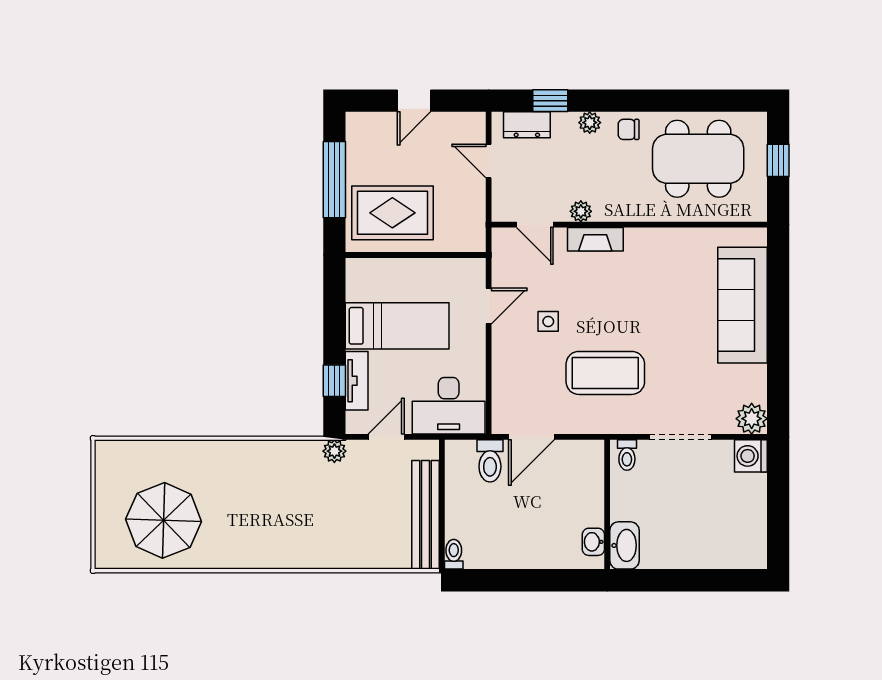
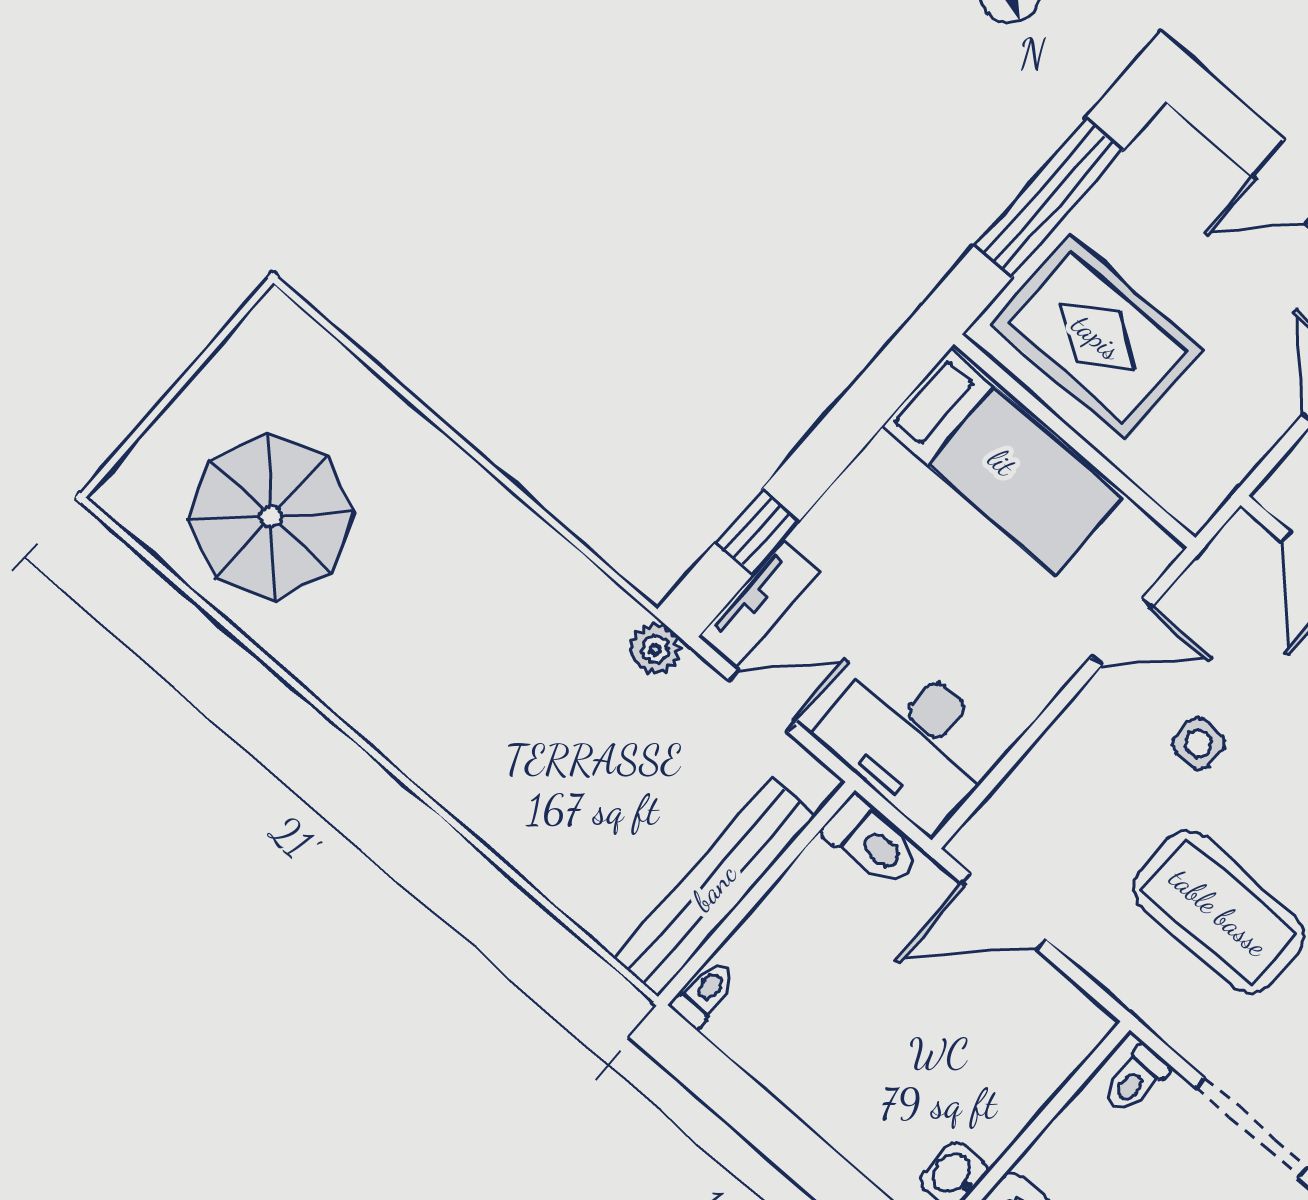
bed: (397, 326) -> (1002, 462), moved
tv unit: (357, 381) -> (759, 604), moved
toilet: (490, 461) -> (872, 842), moved, turned -90

